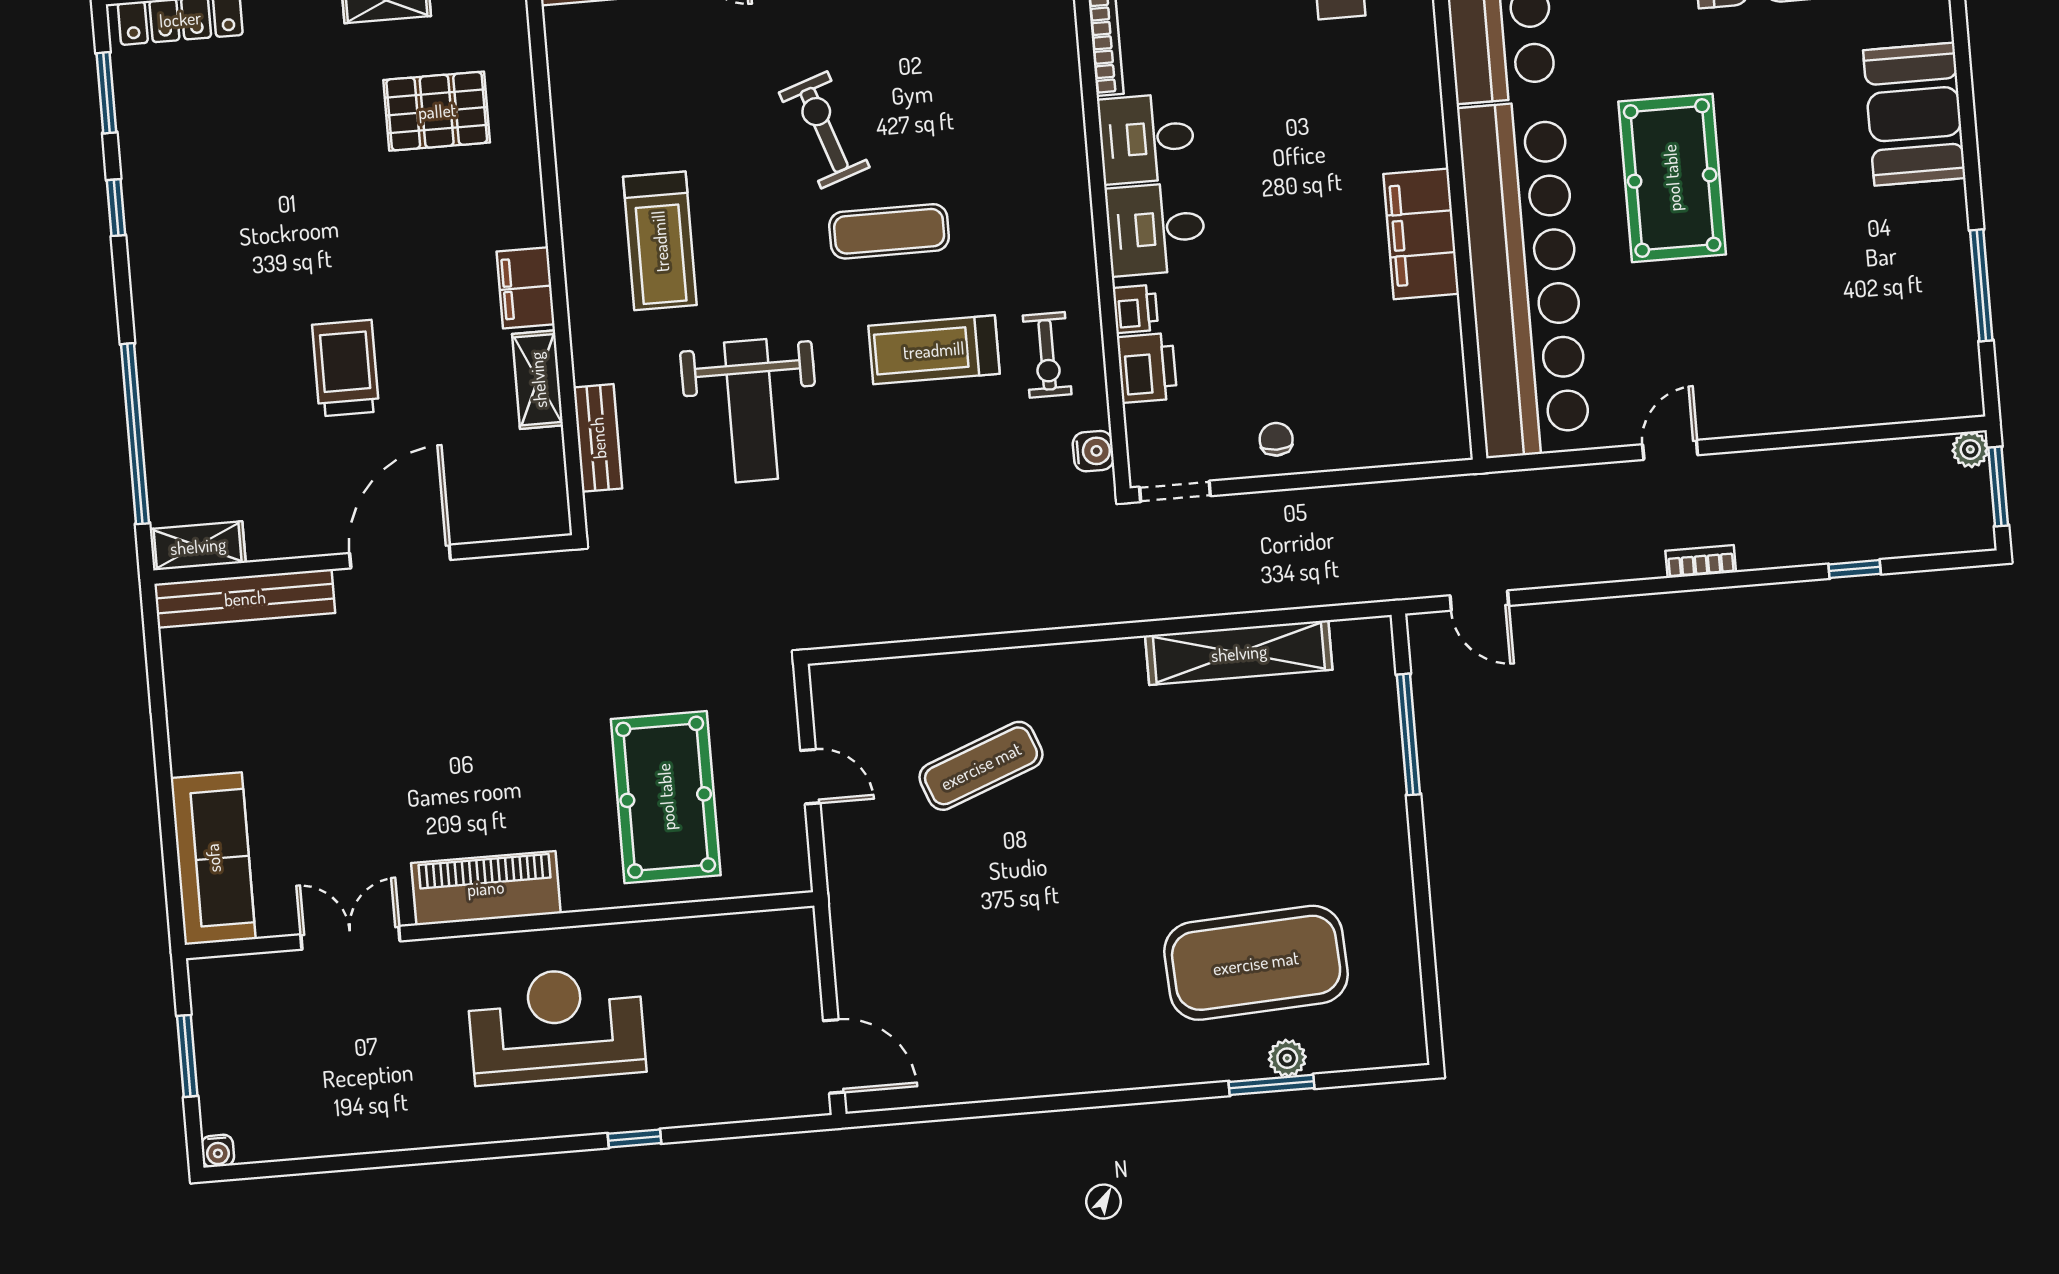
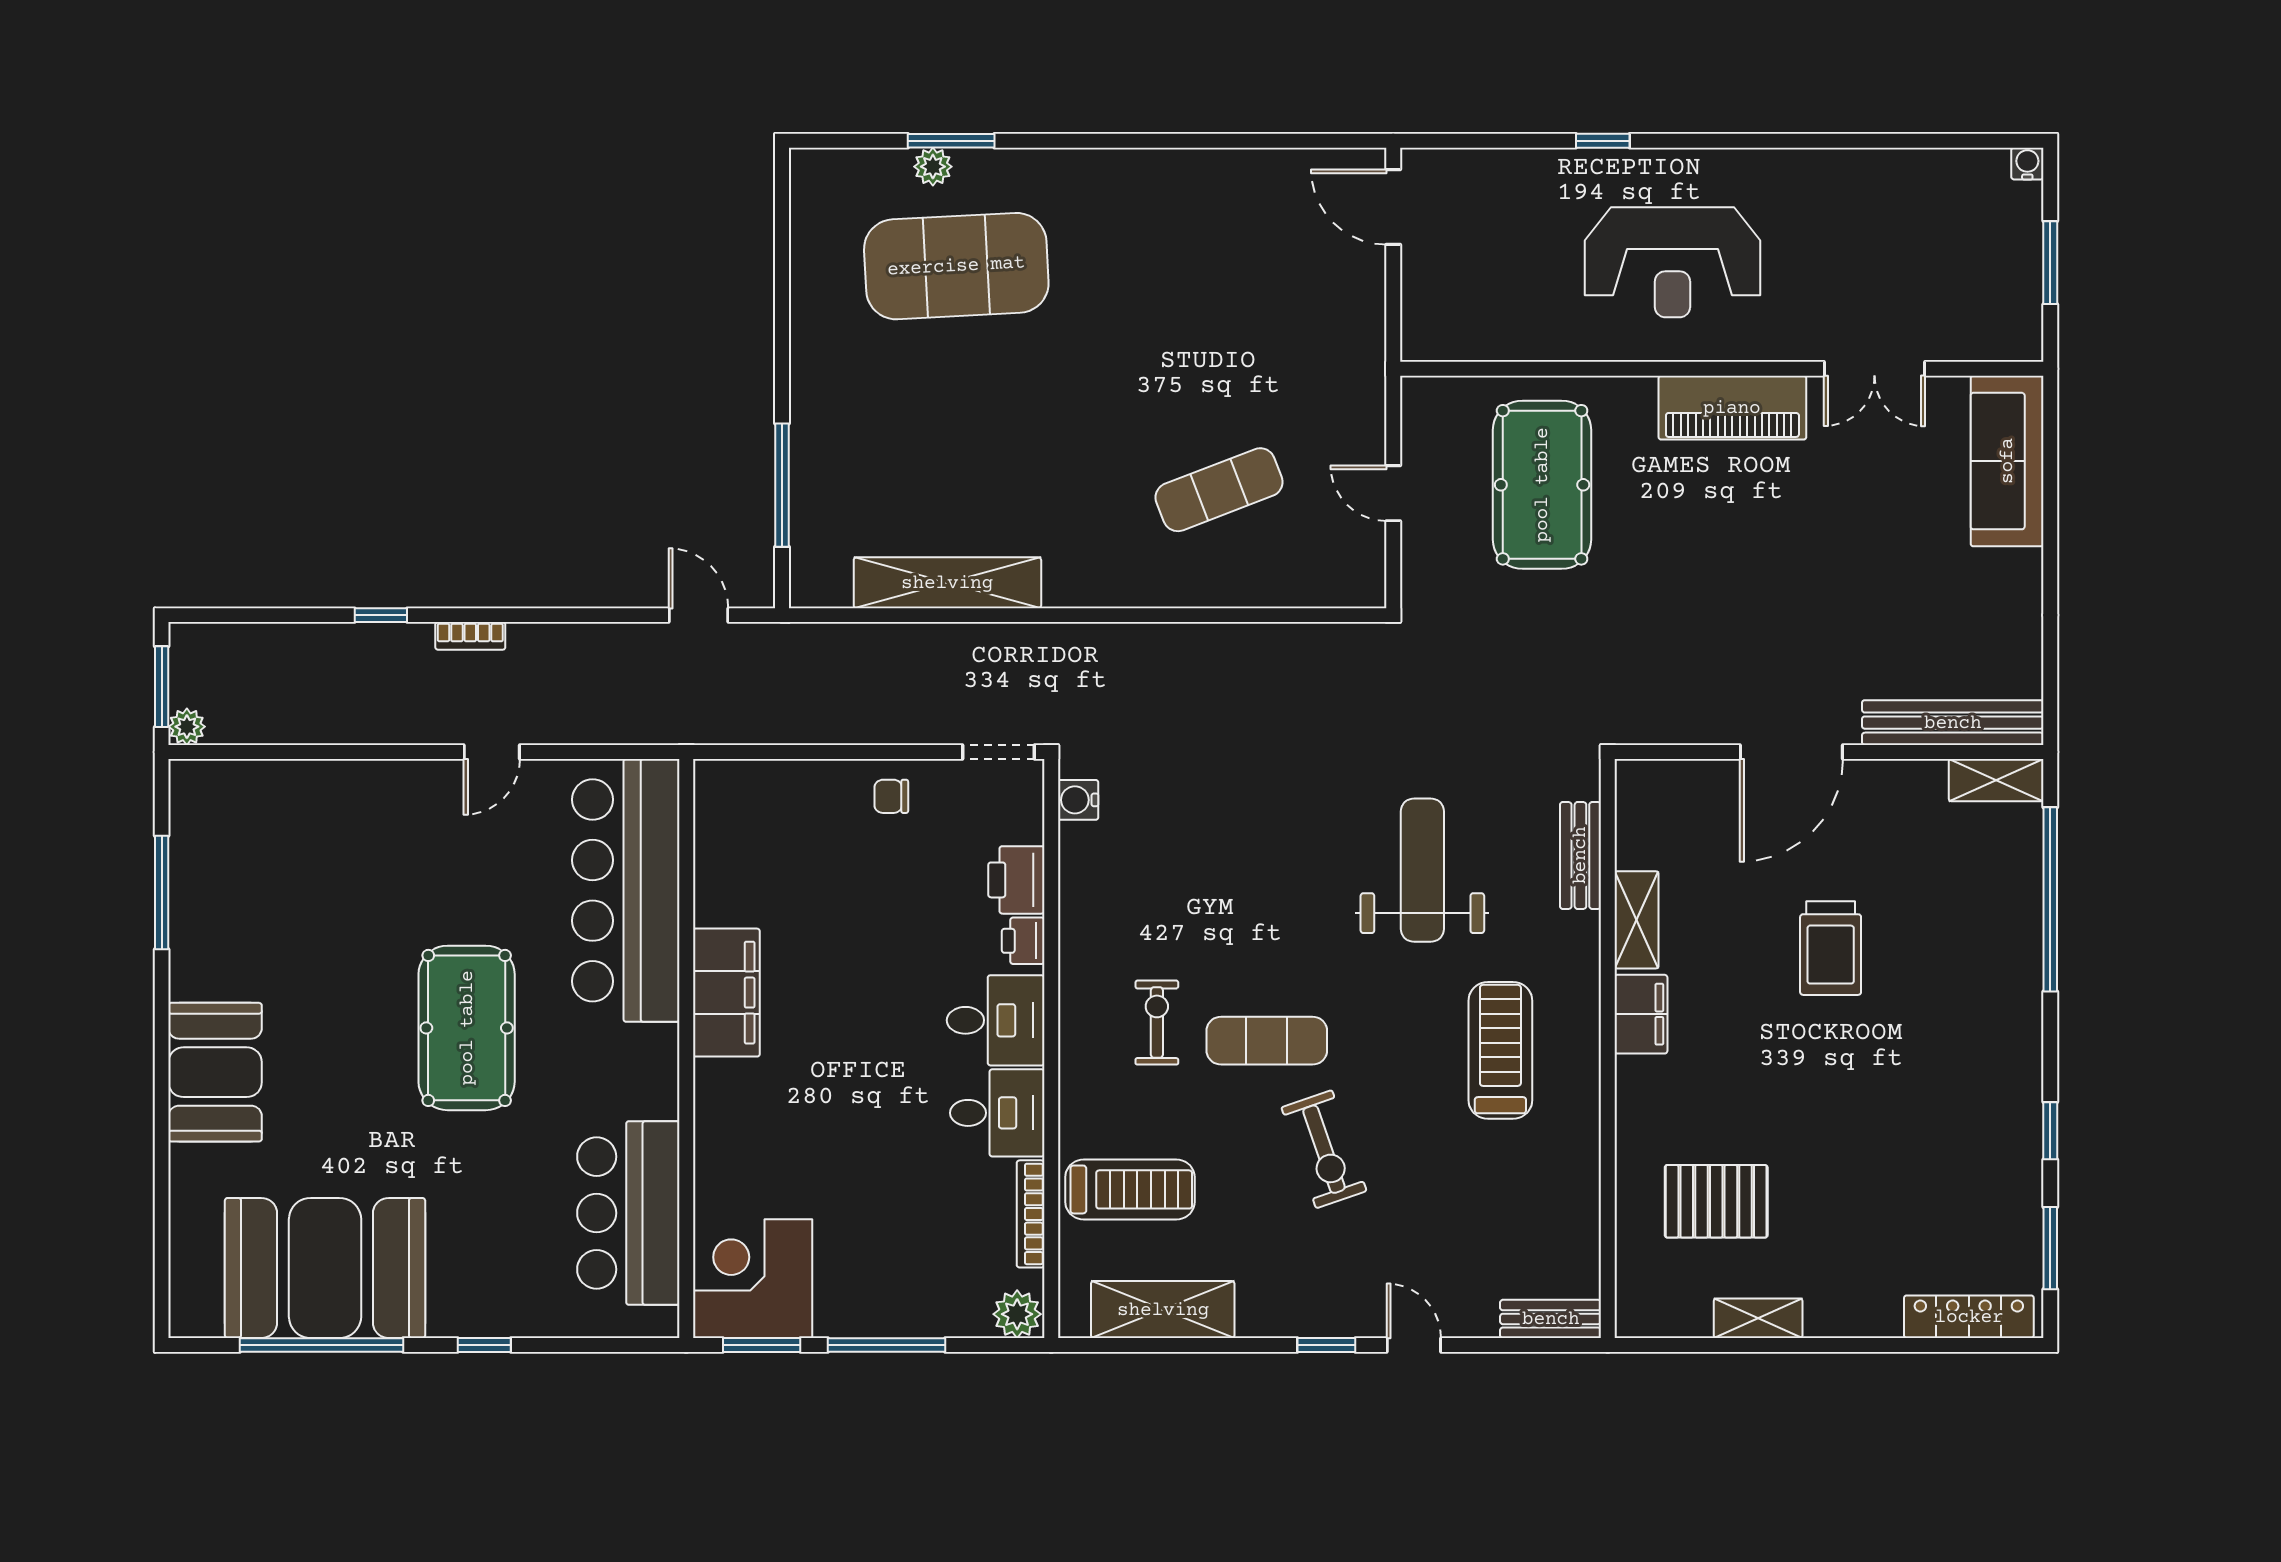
bar counter: (1524, 279) -> (626, 890), width x0.73
treadmill: (934, 350) -> (1130, 1189), moved
exercise bike: (1047, 355) -> (1157, 1023), moved
chair: (1276, 439) -> (891, 796), turned 90
window: (1855, 569) -> (381, 615), moved

